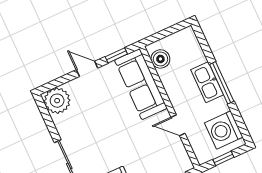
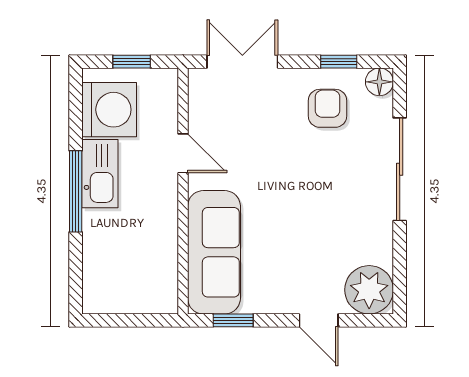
boiler: (160, 59) -> (161, 280), removed
door: (87, 69) -> (319, 320), moved
kitchen sink: (207, 82) -> (100, 174), moved

